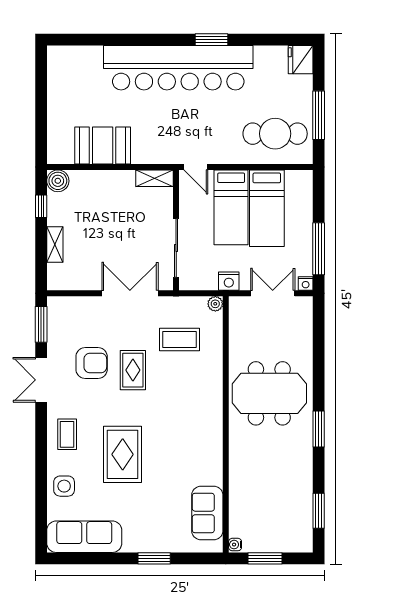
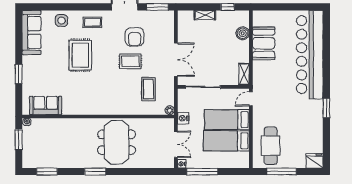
bar counter: (178, 68) -> (310, 55), moved
boiler: (58, 181) -> (243, 33), moved
rug: (123, 454) -> (80, 55), turned 90

